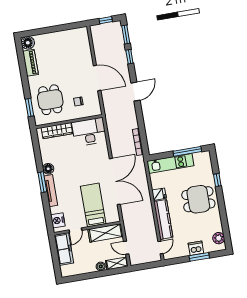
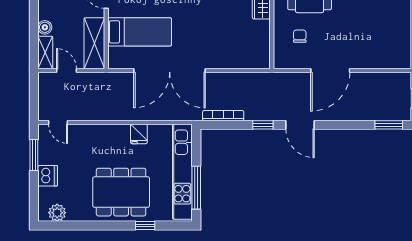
window: (129, 57) -> (263, 125), moved
desk: (89, 132) -> (251, 45), removed
kitchen unit: (170, 163) -> (182, 172), width x1.36
dining table: (198, 199) -> (121, 192), width x1.38
kitchen counter: (163, 219) -> (100, 134), removed
door: (126, 248) -> (66, 70), hinge flipped
window: (199, 257) -> (34, 155), moved

